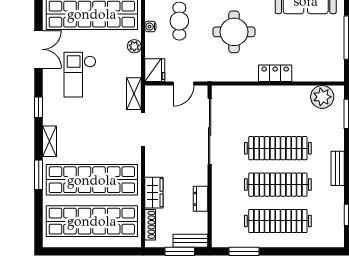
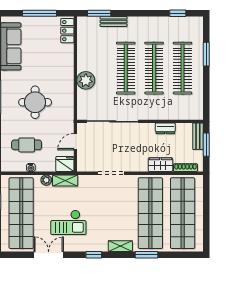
locker: (275, 73) -> (67, 31), moved
door: (183, 83) -> (75, 142), swing flipped
shelving: (134, 94) -> (65, 180), moved
plant: (322, 97) -> (86, 80), moved
bench: (338, 168) -> (114, 21), moved
window: (244, 251) -> (206, 54), moved

